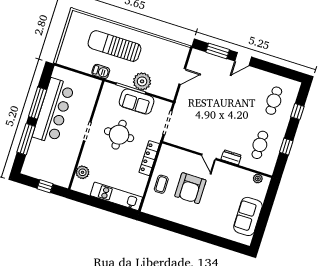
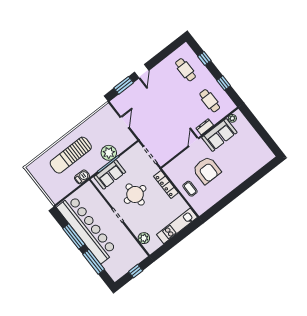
sofa: (137, 102) -> (110, 174), moved
bar counter: (53, 111) -> (87, 229), width x1.36
door: (209, 157) -> (194, 142), swing flipped
sofa: (248, 216) -> (219, 135), moved, turned -90

